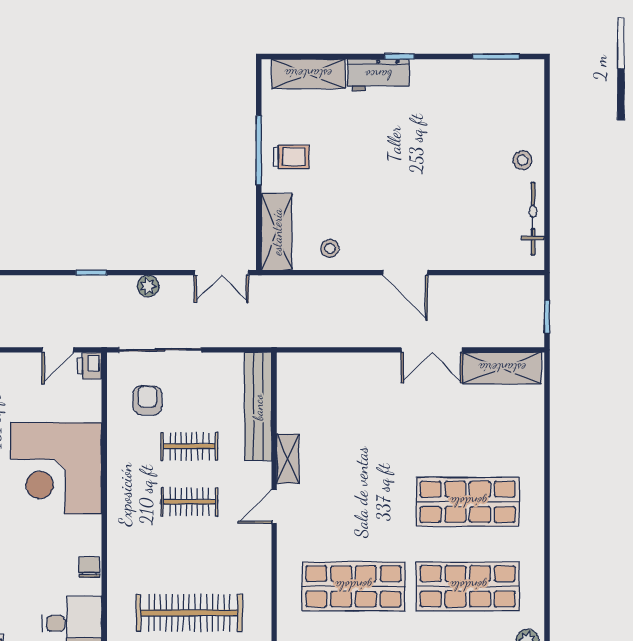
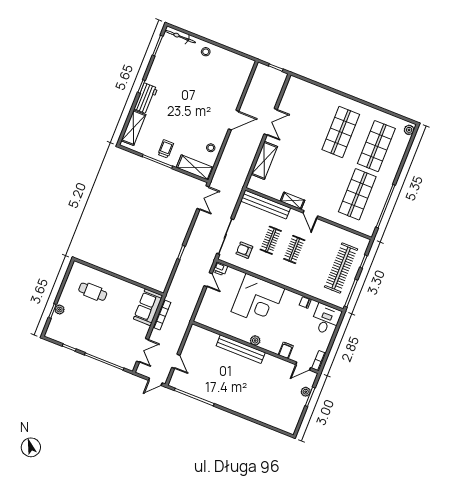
bicycle: (533, 219) -> (180, 37), moved
plant: (148, 286) -> (196, 231), removed
shelving: (502, 368) -> (264, 160), moved

